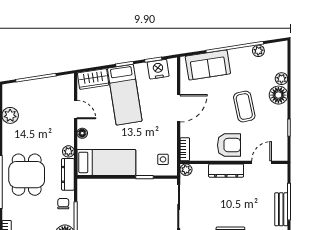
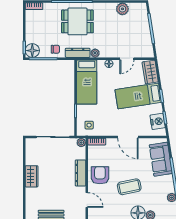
armchair: (229, 145) -> (100, 175), turned 180

